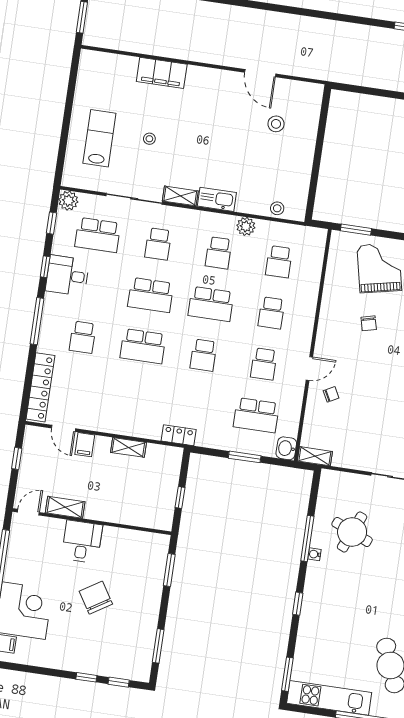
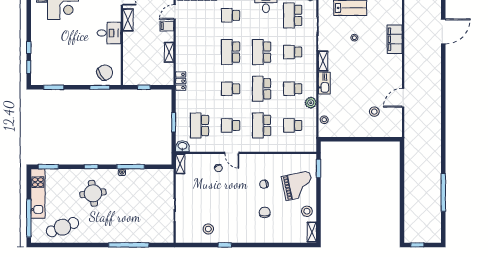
school desk: (271, 313) -> (262, 125), width x1.85
round table: (352, 532) -> (93, 193), moved, turned -30
chair: (96, 598) -> (105, 73), moved

